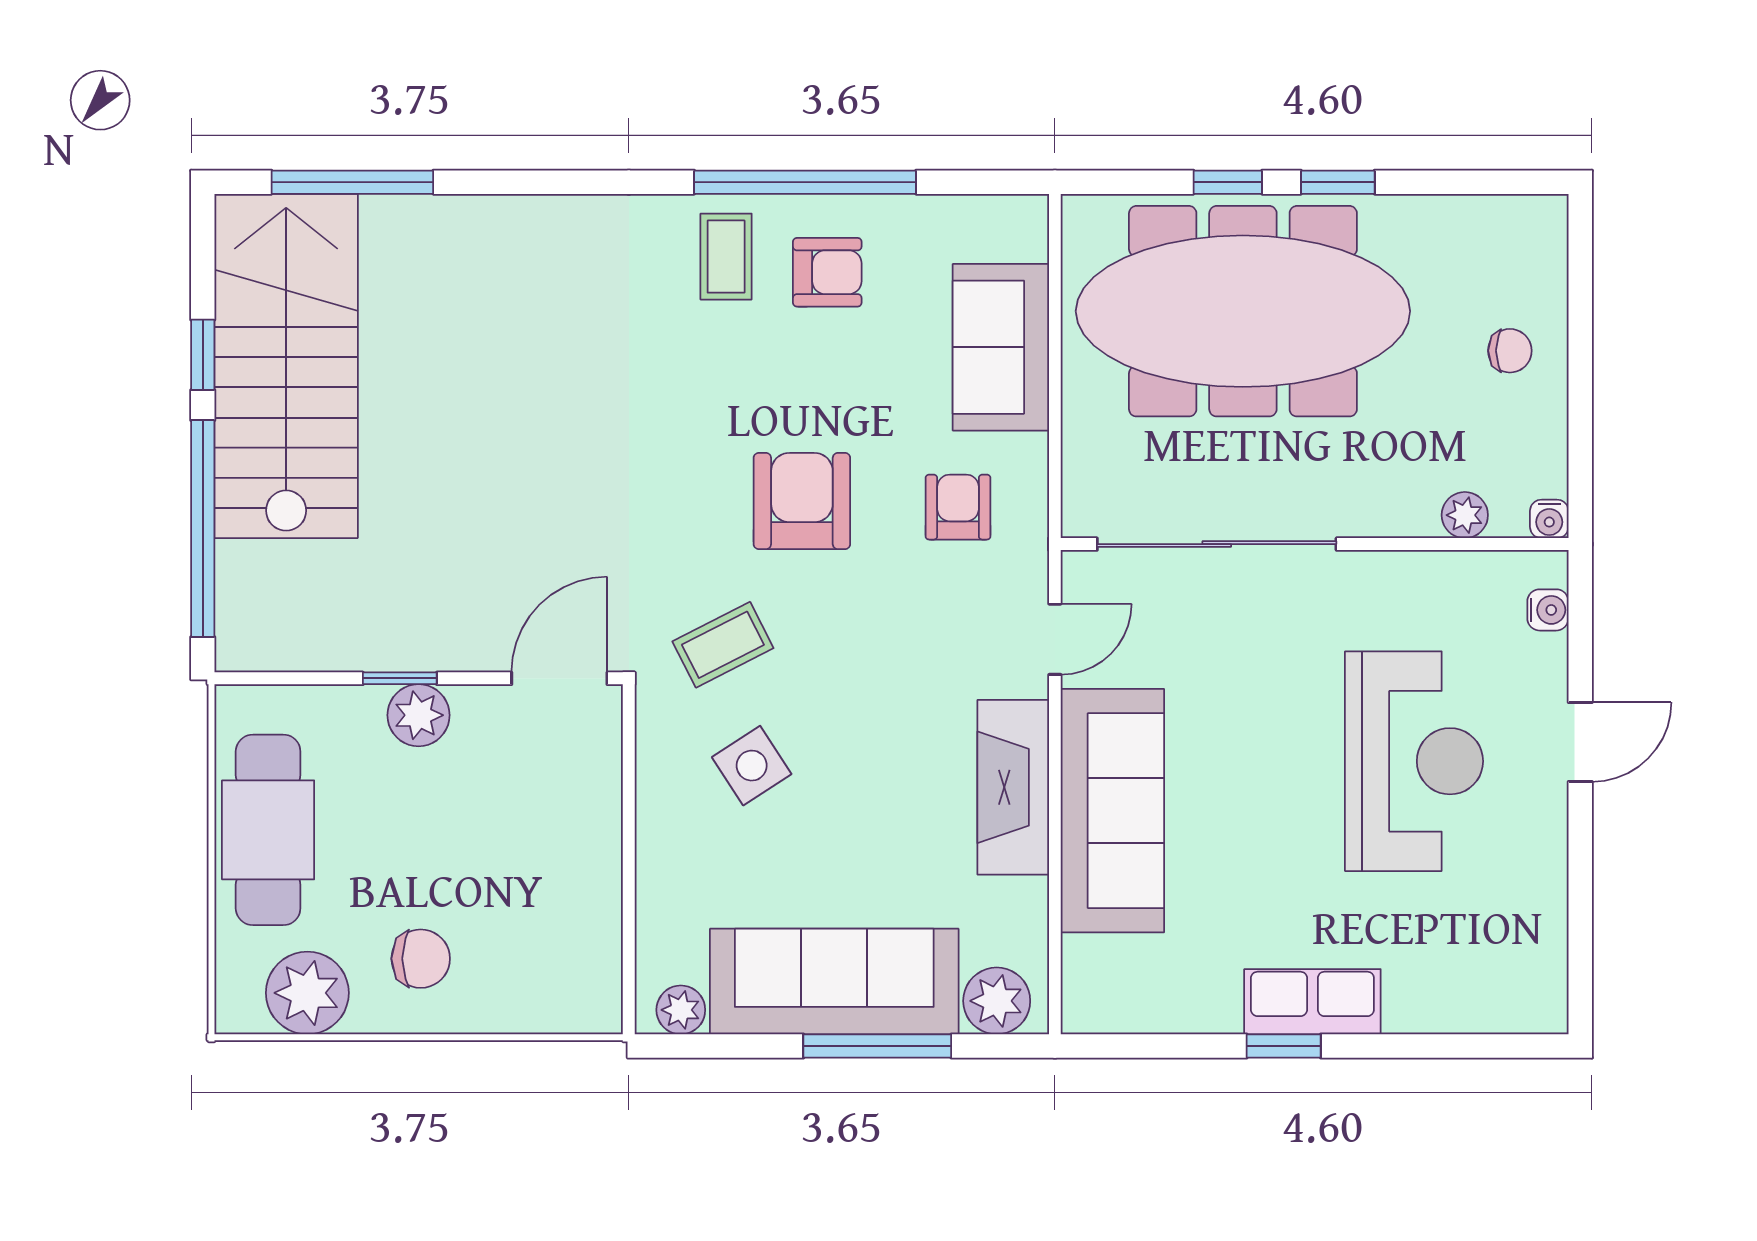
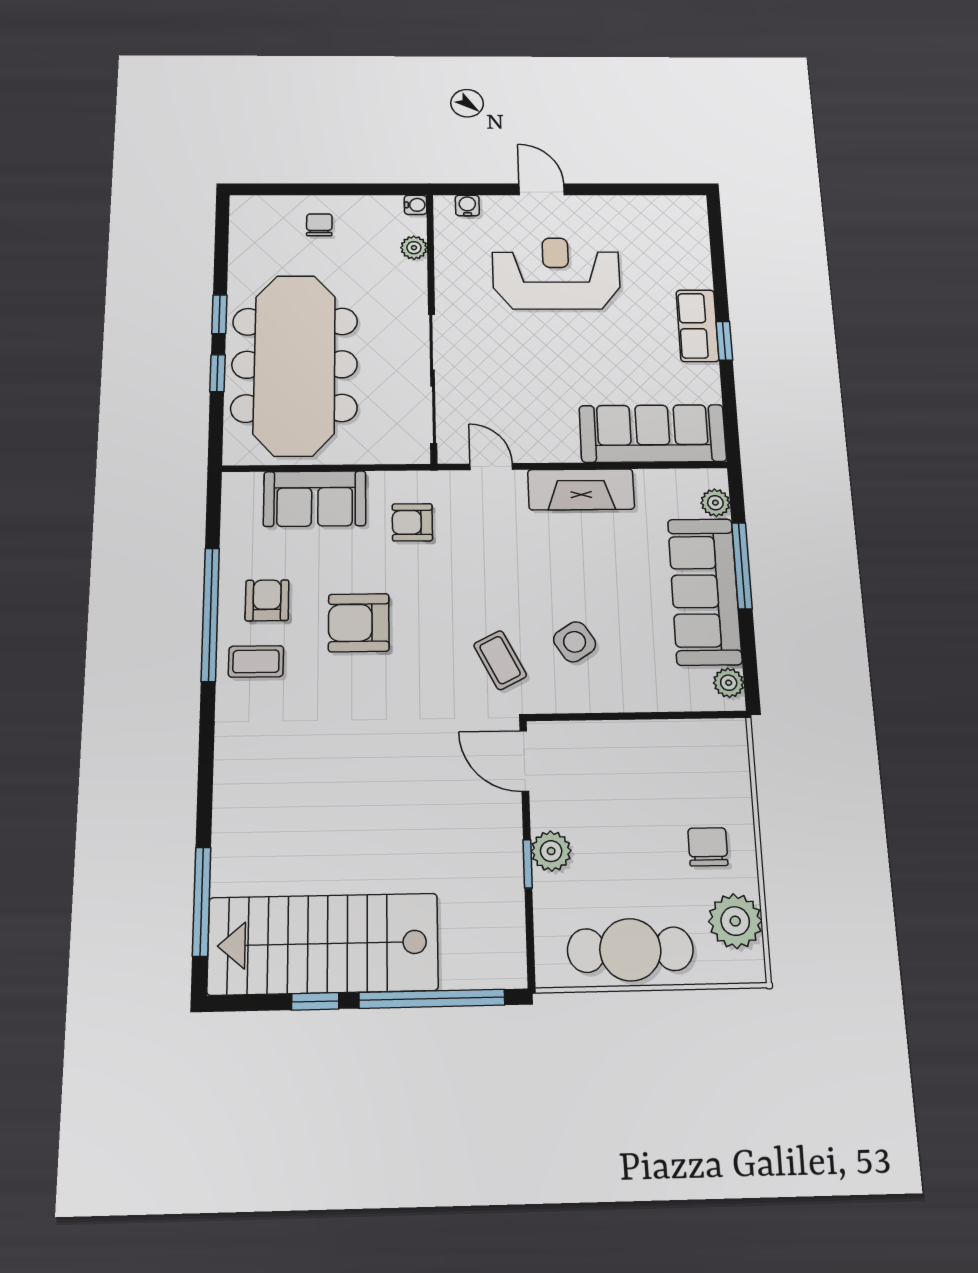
armchair: (802, 501) -> (359, 623), moved
sofa: (1112, 811) -> (653, 433), moved
plant: (997, 1001) -> (715, 503), width x0.73, depth x0.73

